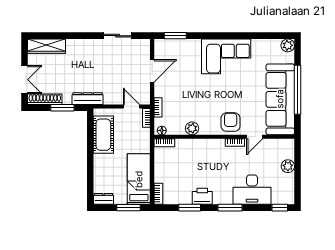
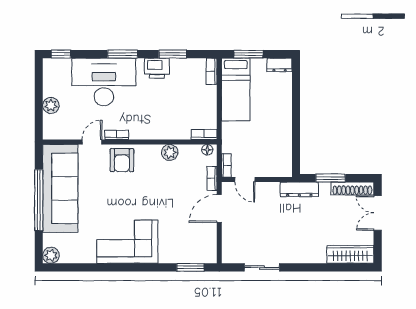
door: (152, 71) -> (219, 209), moved
cot: (103, 135) -> (280, 145), removed
desk: (252, 190) -> (104, 82), width x1.36, depth x1.30

